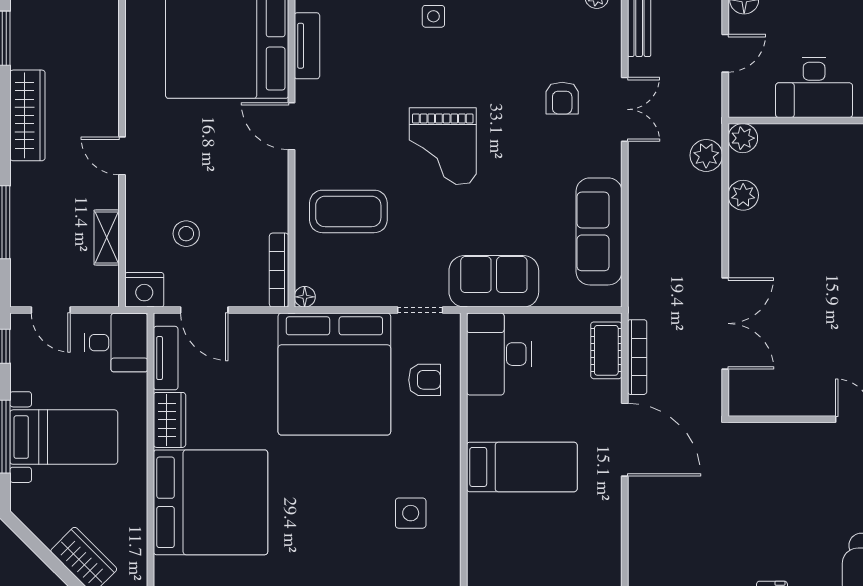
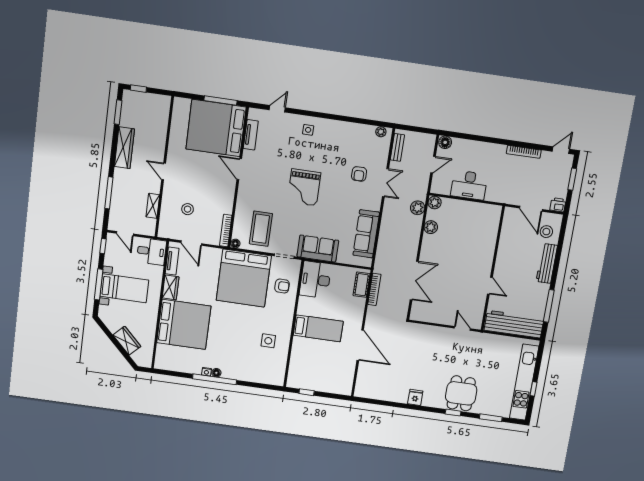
coffee table: (348, 211) -> (261, 229), moved, turned 90
nightstand: (144, 290) -> (166, 231), removed
door: (625, 440) -> (360, 345), moved

